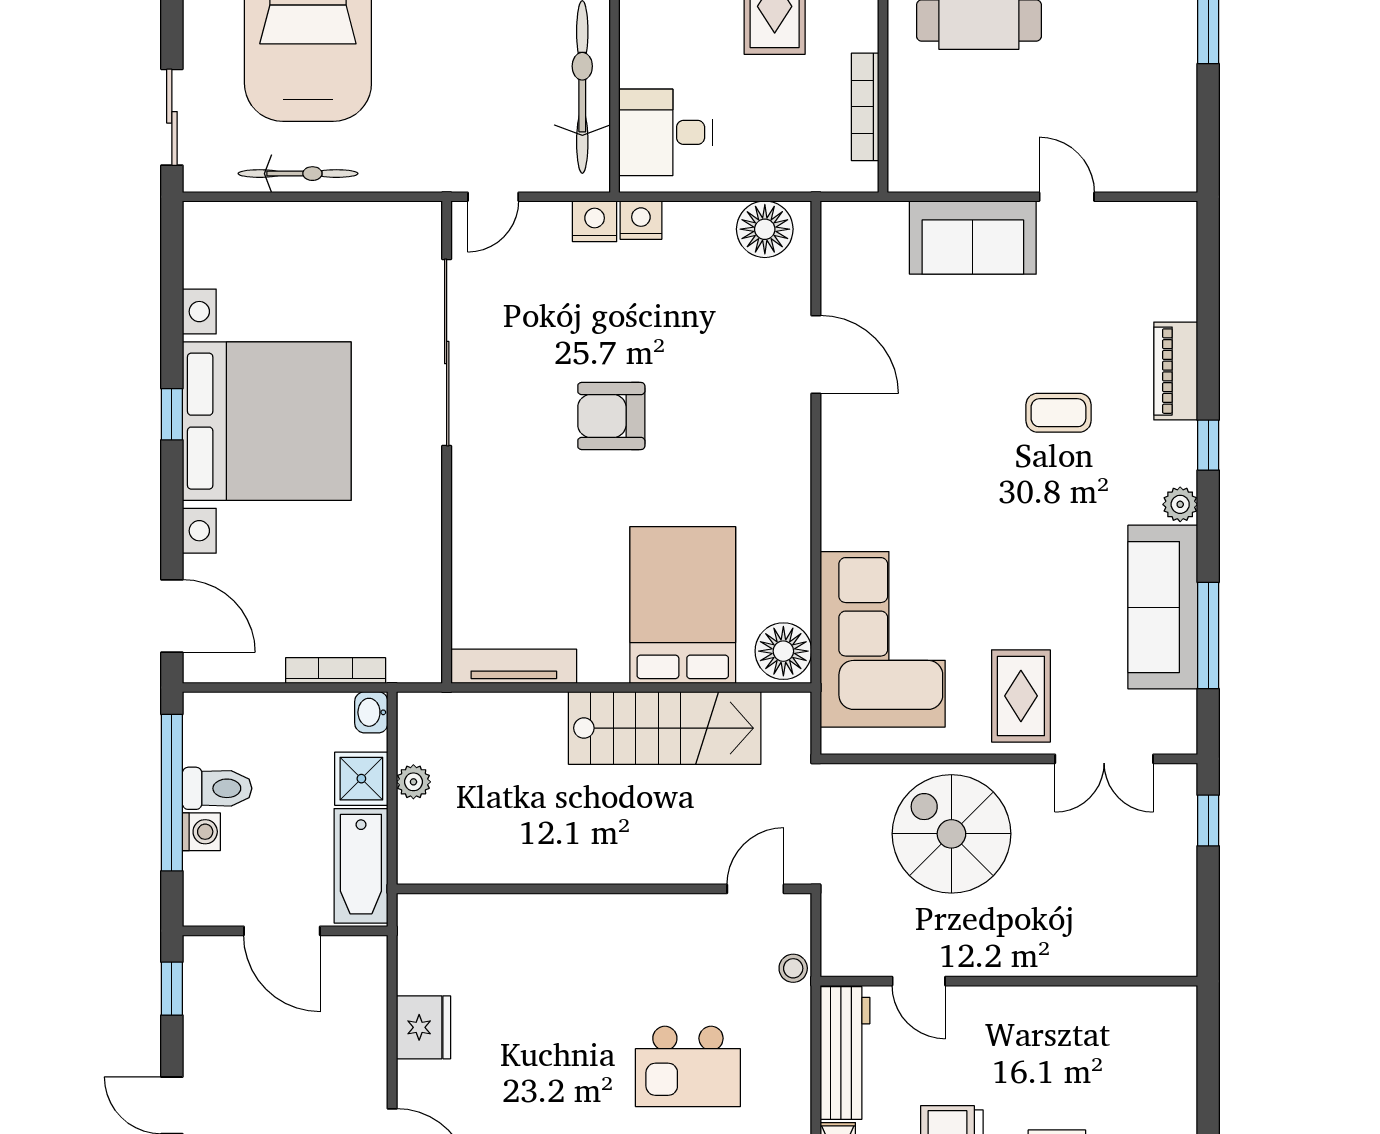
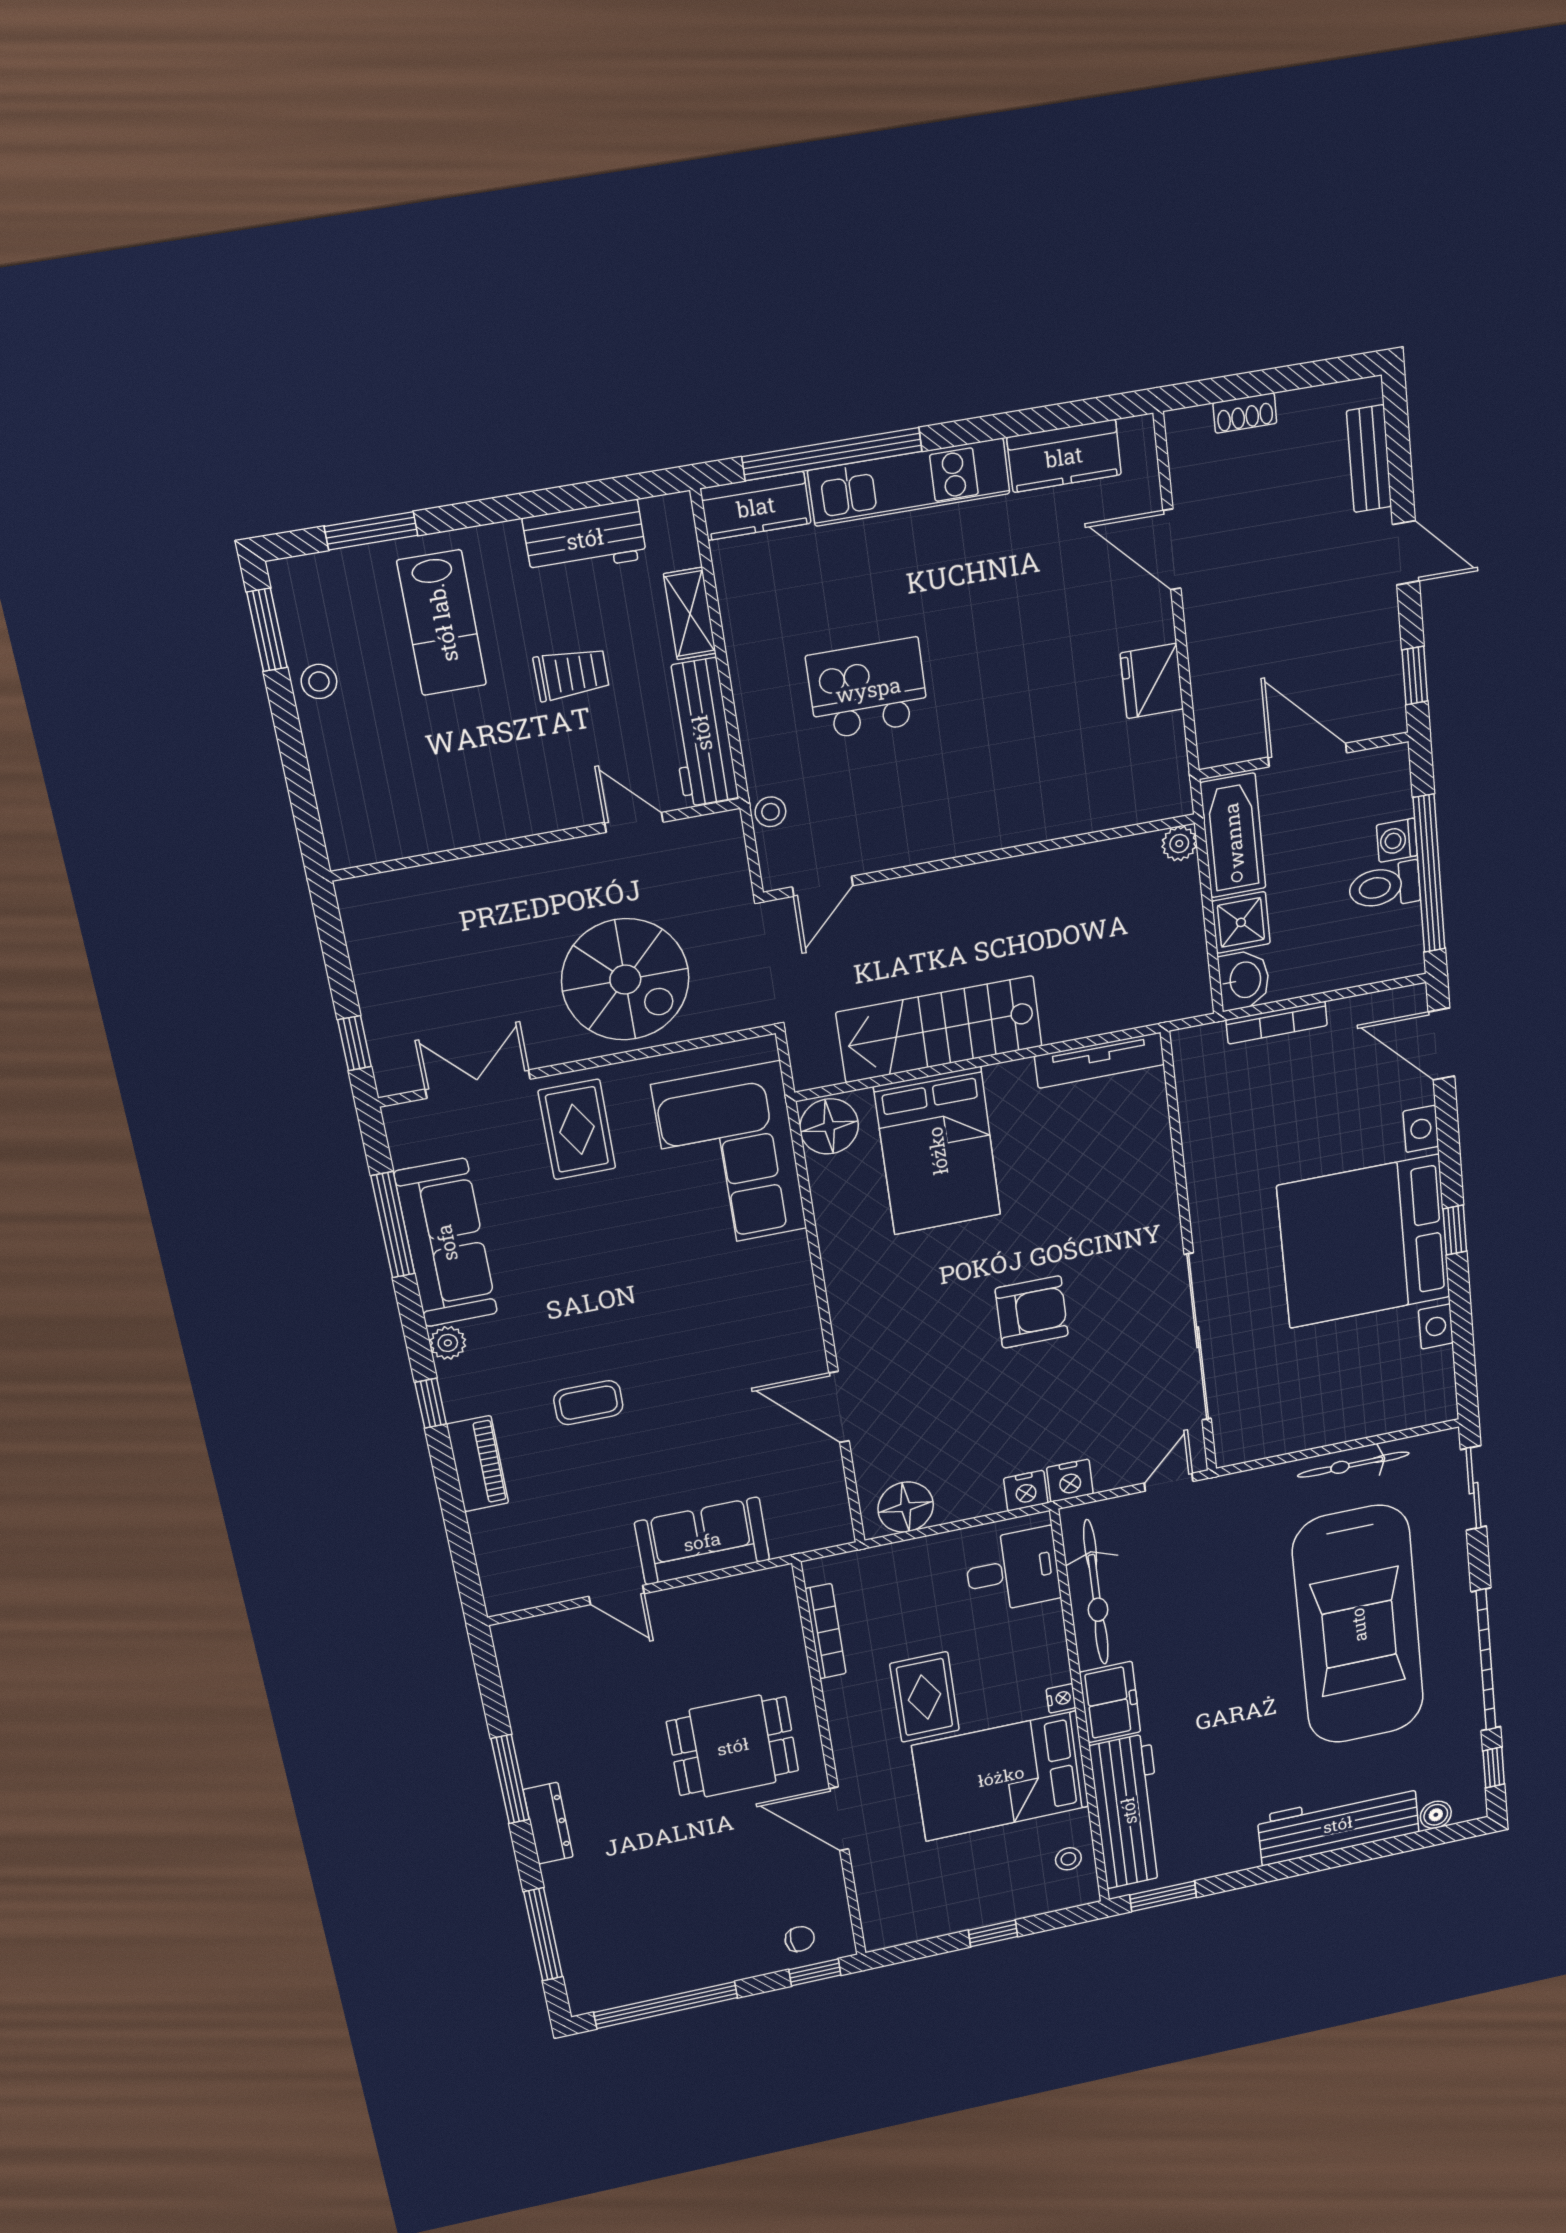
washbasin: (371, 712) -> (1244, 980), width x1.38, depth x1.45
plant: (413, 782) -> (1179, 844), moved

